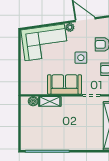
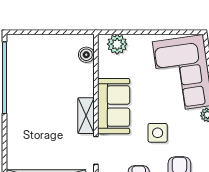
plant: (27, 82) -> (117, 44), added
shelving: (50, 101) -> (86, 116), moved

